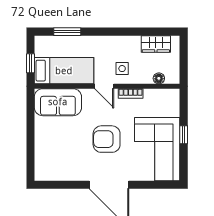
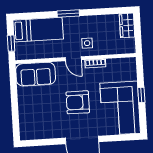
window: (67, 32) -> (68, 14), moved
wardrobe: (156, 44) -> (127, 25), moved, turned 90
bed: (64, 71) -> (38, 30), moved
floor lamp: (159, 78) -> (118, 49), removed

